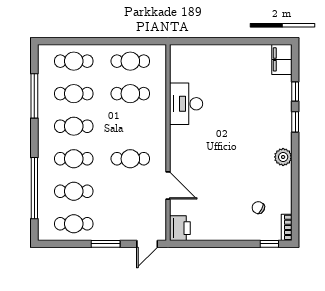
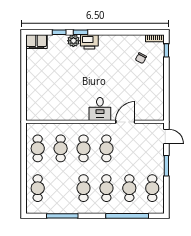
cafe table: (74, 94) -> (84, 148), moved
desk: (186, 104) -> (100, 109), moved, width x0.73
plant: (283, 157) -> (73, 41), moved
printer: (180, 228) -> (89, 42), moved, turned 180

